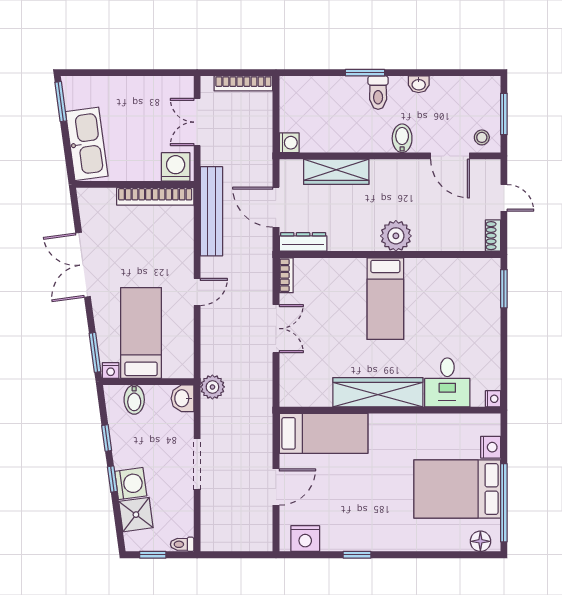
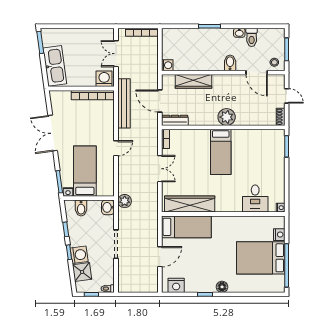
toilet: (378, 93) -> (252, 37), moved
wardrobe: (378, 392) -> (190, 204), moved
floor lamp: (480, 541) -> (222, 287), moved

